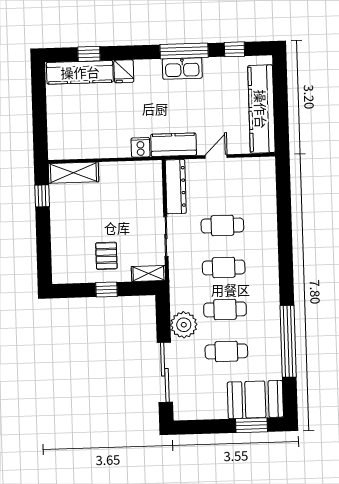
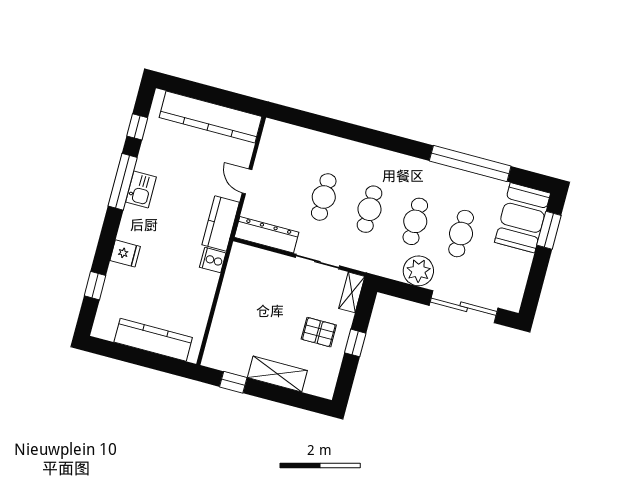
kitchen sink: (182, 68) -> (141, 189), width x0.73
kitchen counter: (80, 72) -> (153, 340), moved, turned -90
shelving: (73, 173) -> (277, 374), moved, turned 90

